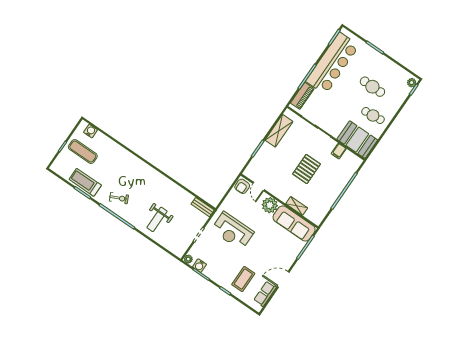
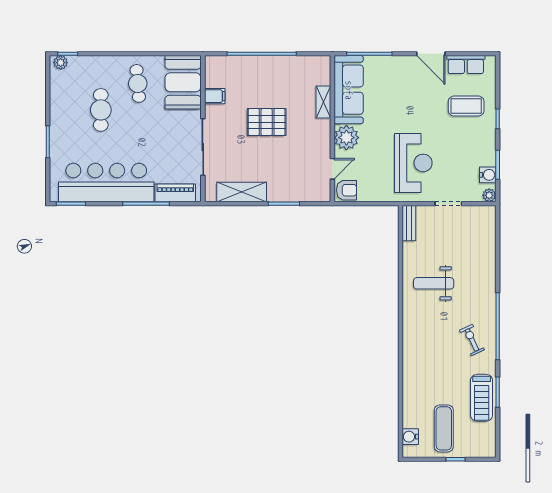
weight bench: (157, 219) -> (434, 283), moved, turned 180

